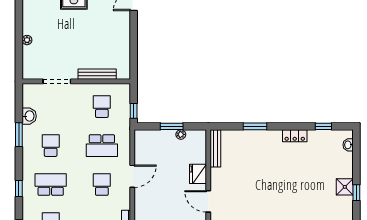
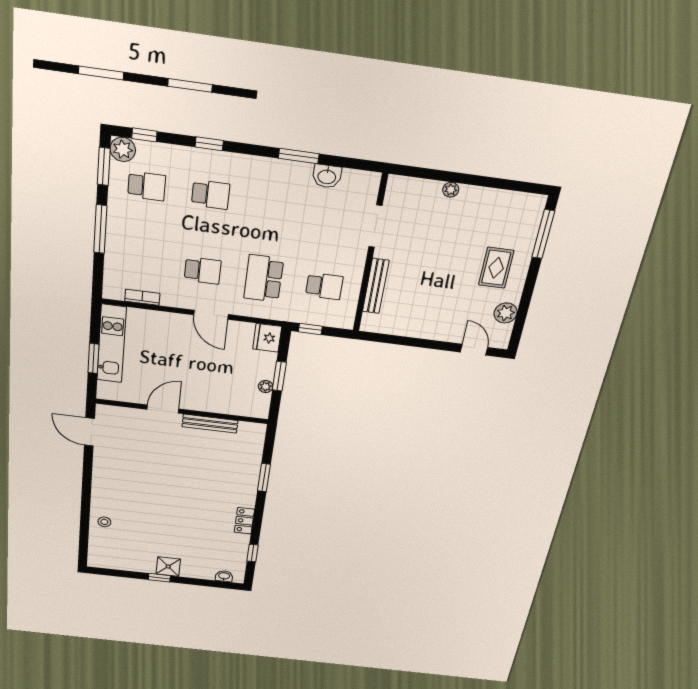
school desk: (51, 146) -> (274, 203), removed
bench: (215, 148) -> (210, 424), moved
fridge: (198, 174) -> (267, 338), moved, turned -90
school desk: (51, 185) -> (211, 195), width x0.54

